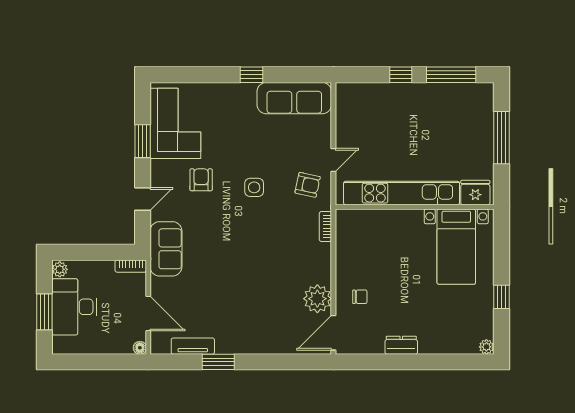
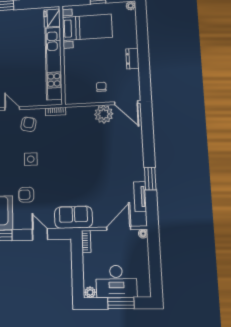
kitchen unit: (402, 193) -> (54, 63), moved
fridge: (475, 193) -> (52, 18), moved
wall: (415, 207) -> (62, 55), moved
bed with nightstands: (456, 247) -> (87, 27), moved

